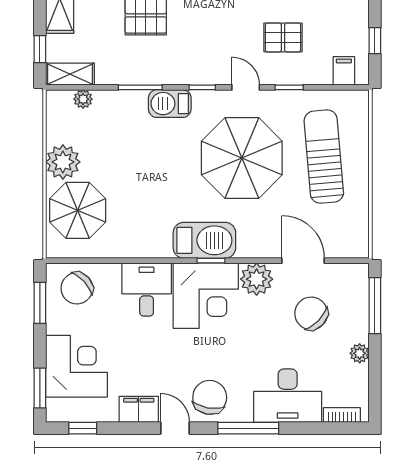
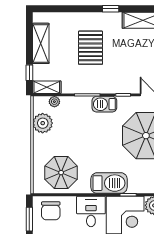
plant: (63, 162) -> (43, 123), moved
parasol: (78, 210) -> (61, 173), moved
barbecue: (204, 240) -> (109, 183), moved
chair: (77, 288) -> (51, 211), turned -48

